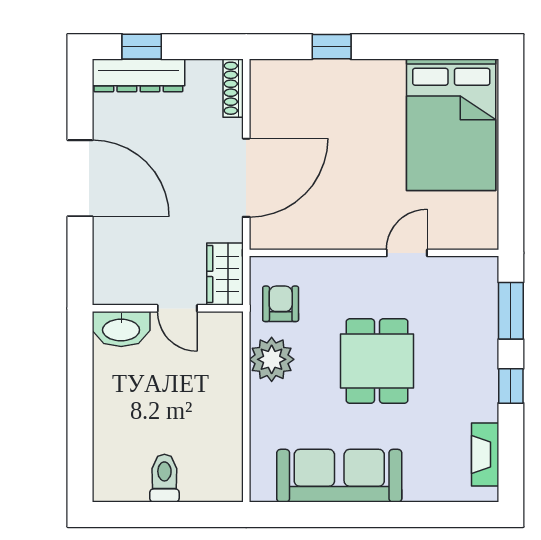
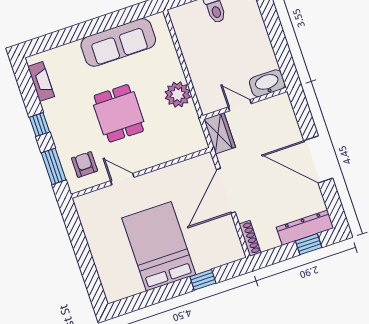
bed: (451, 125) -> (159, 246), moved
door: (407, 253) -> (122, 179), swing flipped
armchair: (281, 304) -> (84, 164), moved, turned 180

